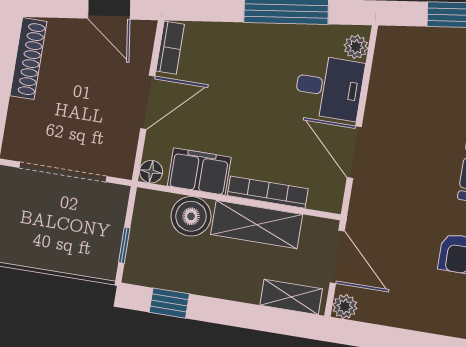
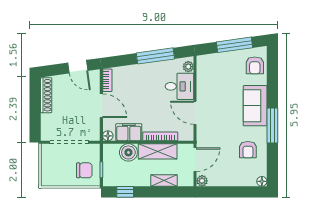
door: (148, 102) -> (101, 106), hinge flipped
chair: (86, 240) -> (84, 170), added
door: (337, 257) -> (195, 160), hinge flipped
shelving: (291, 297) -> (164, 180), moved

